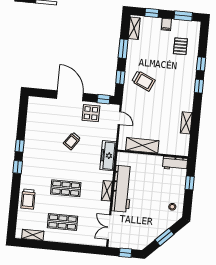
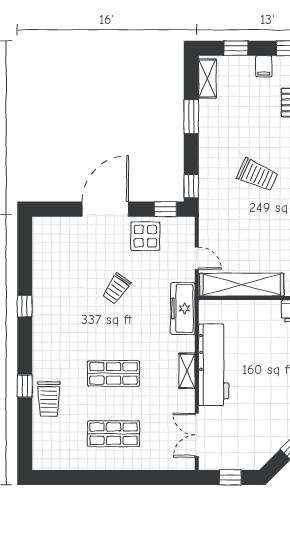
window: (120, 77) -> (191, 186), moved
trolley: (143, 81) -> (257, 175), moved
door: (70, 96) -> (105, 209), hinge flipped
door: (119, 118) -> (197, 258), moved
shelving: (142, 145) -> (242, 285), width x1.47
window: (18, 167) -> (25, 386), moved
shelving: (33, 235) -> (63, 461), removed

